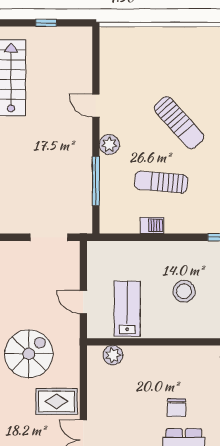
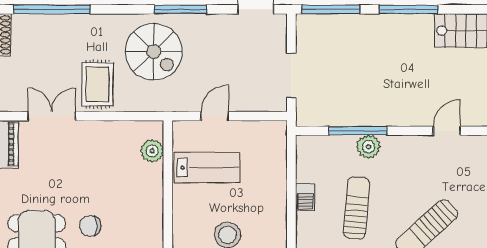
plant: (109, 144) -> (369, 147), moved

